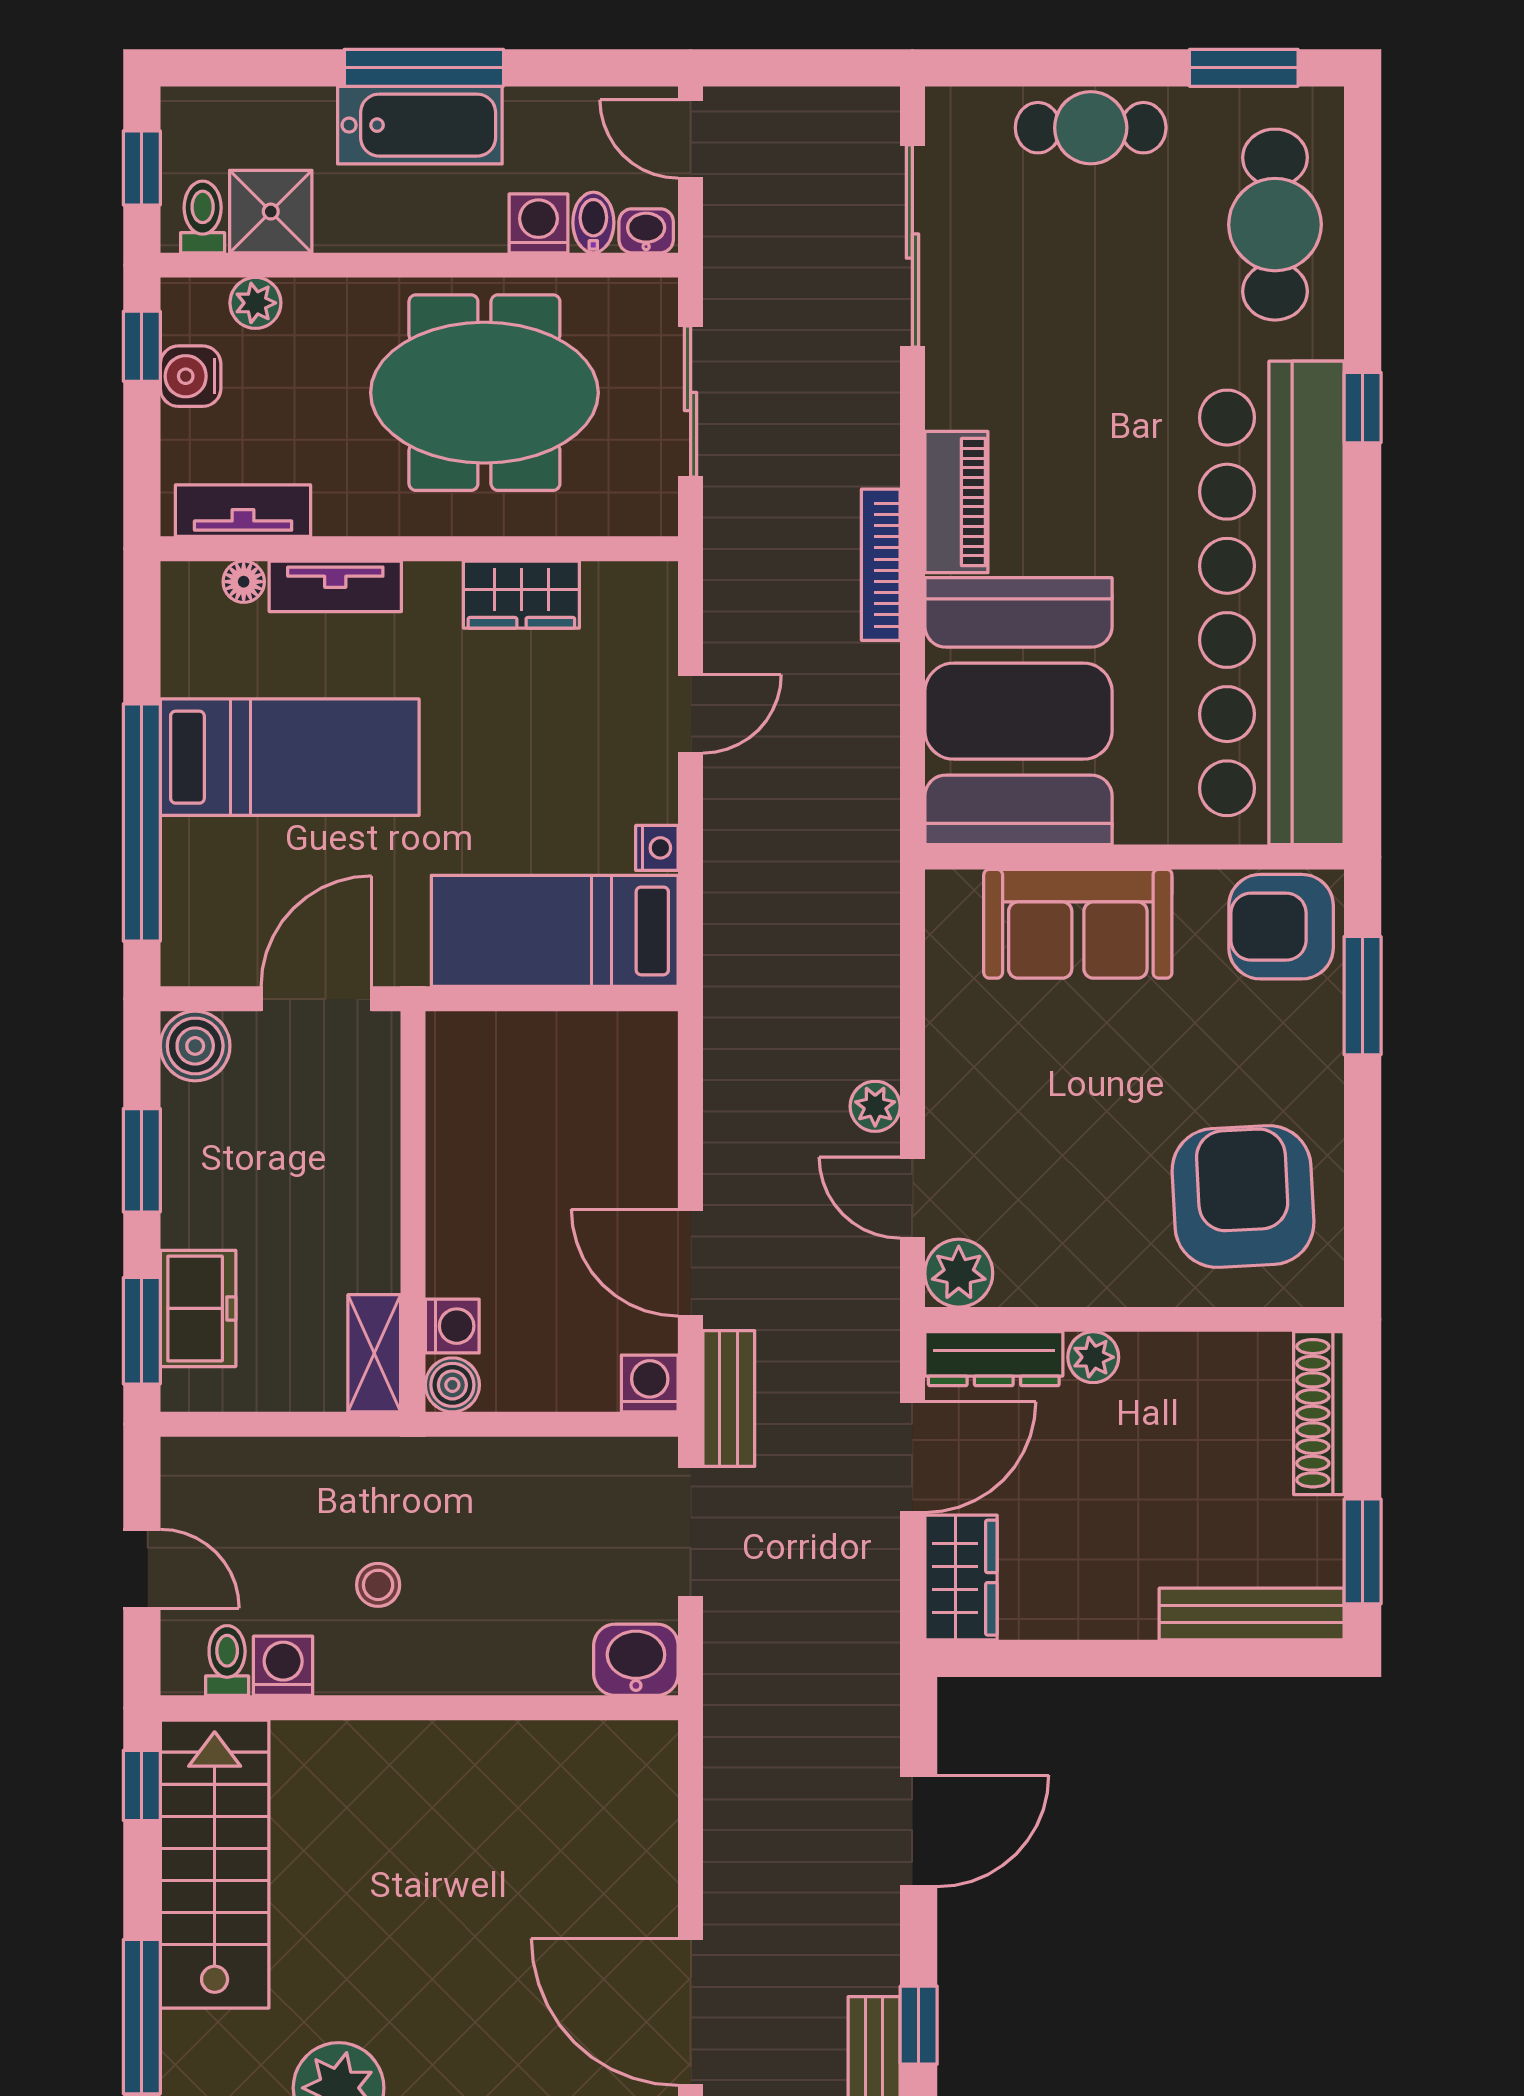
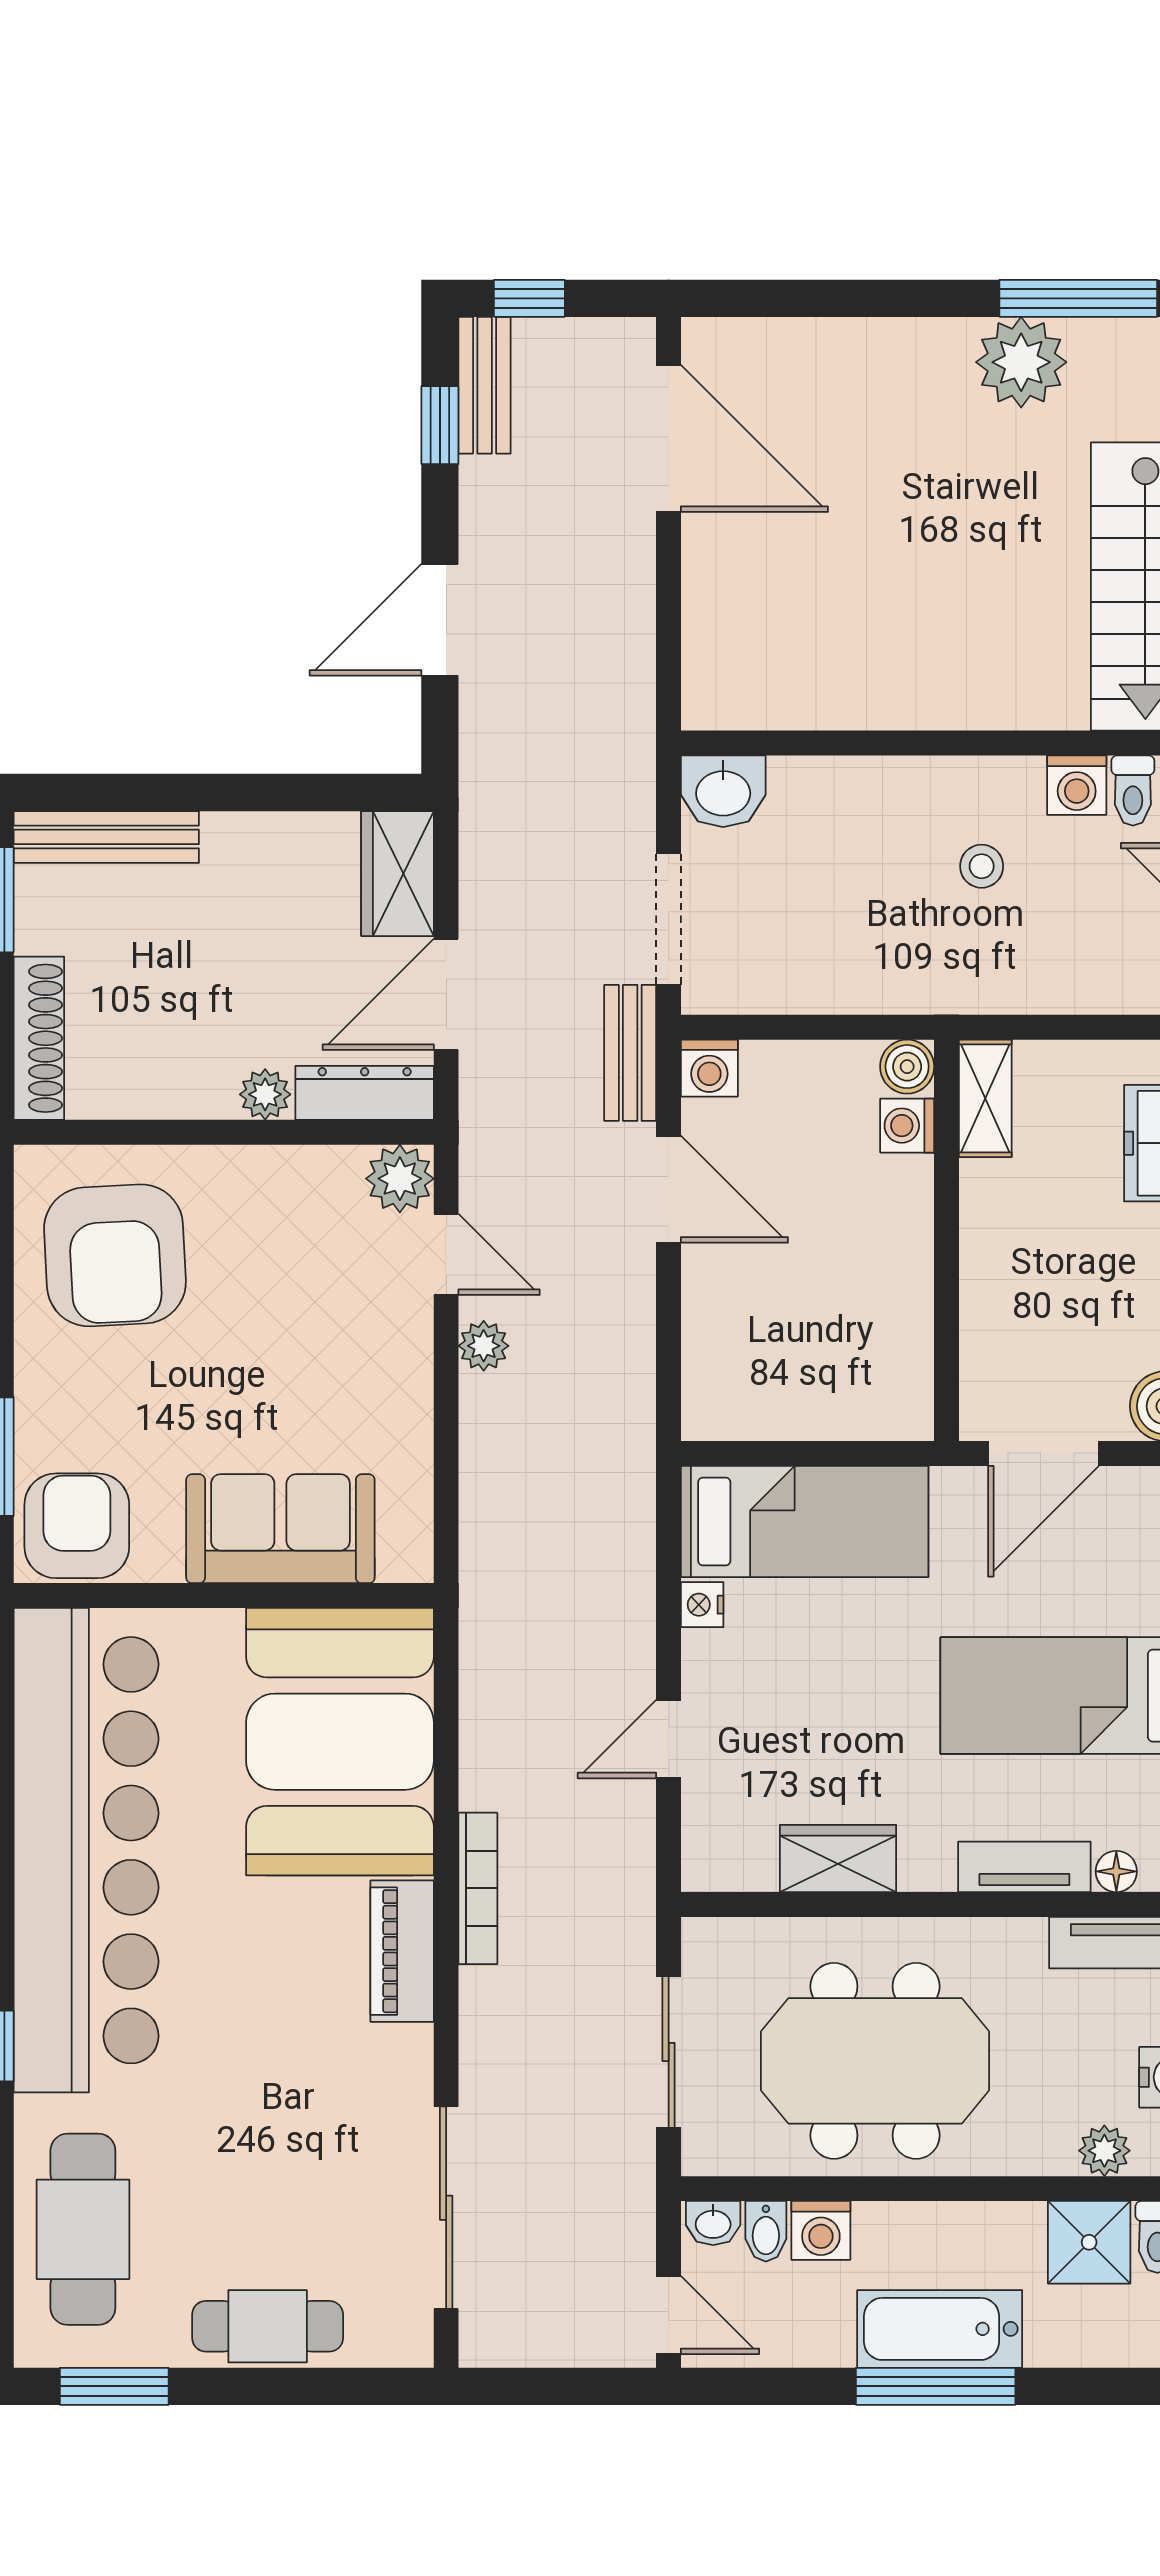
armchair: (1281, 927) -> (77, 1526), turned -90

